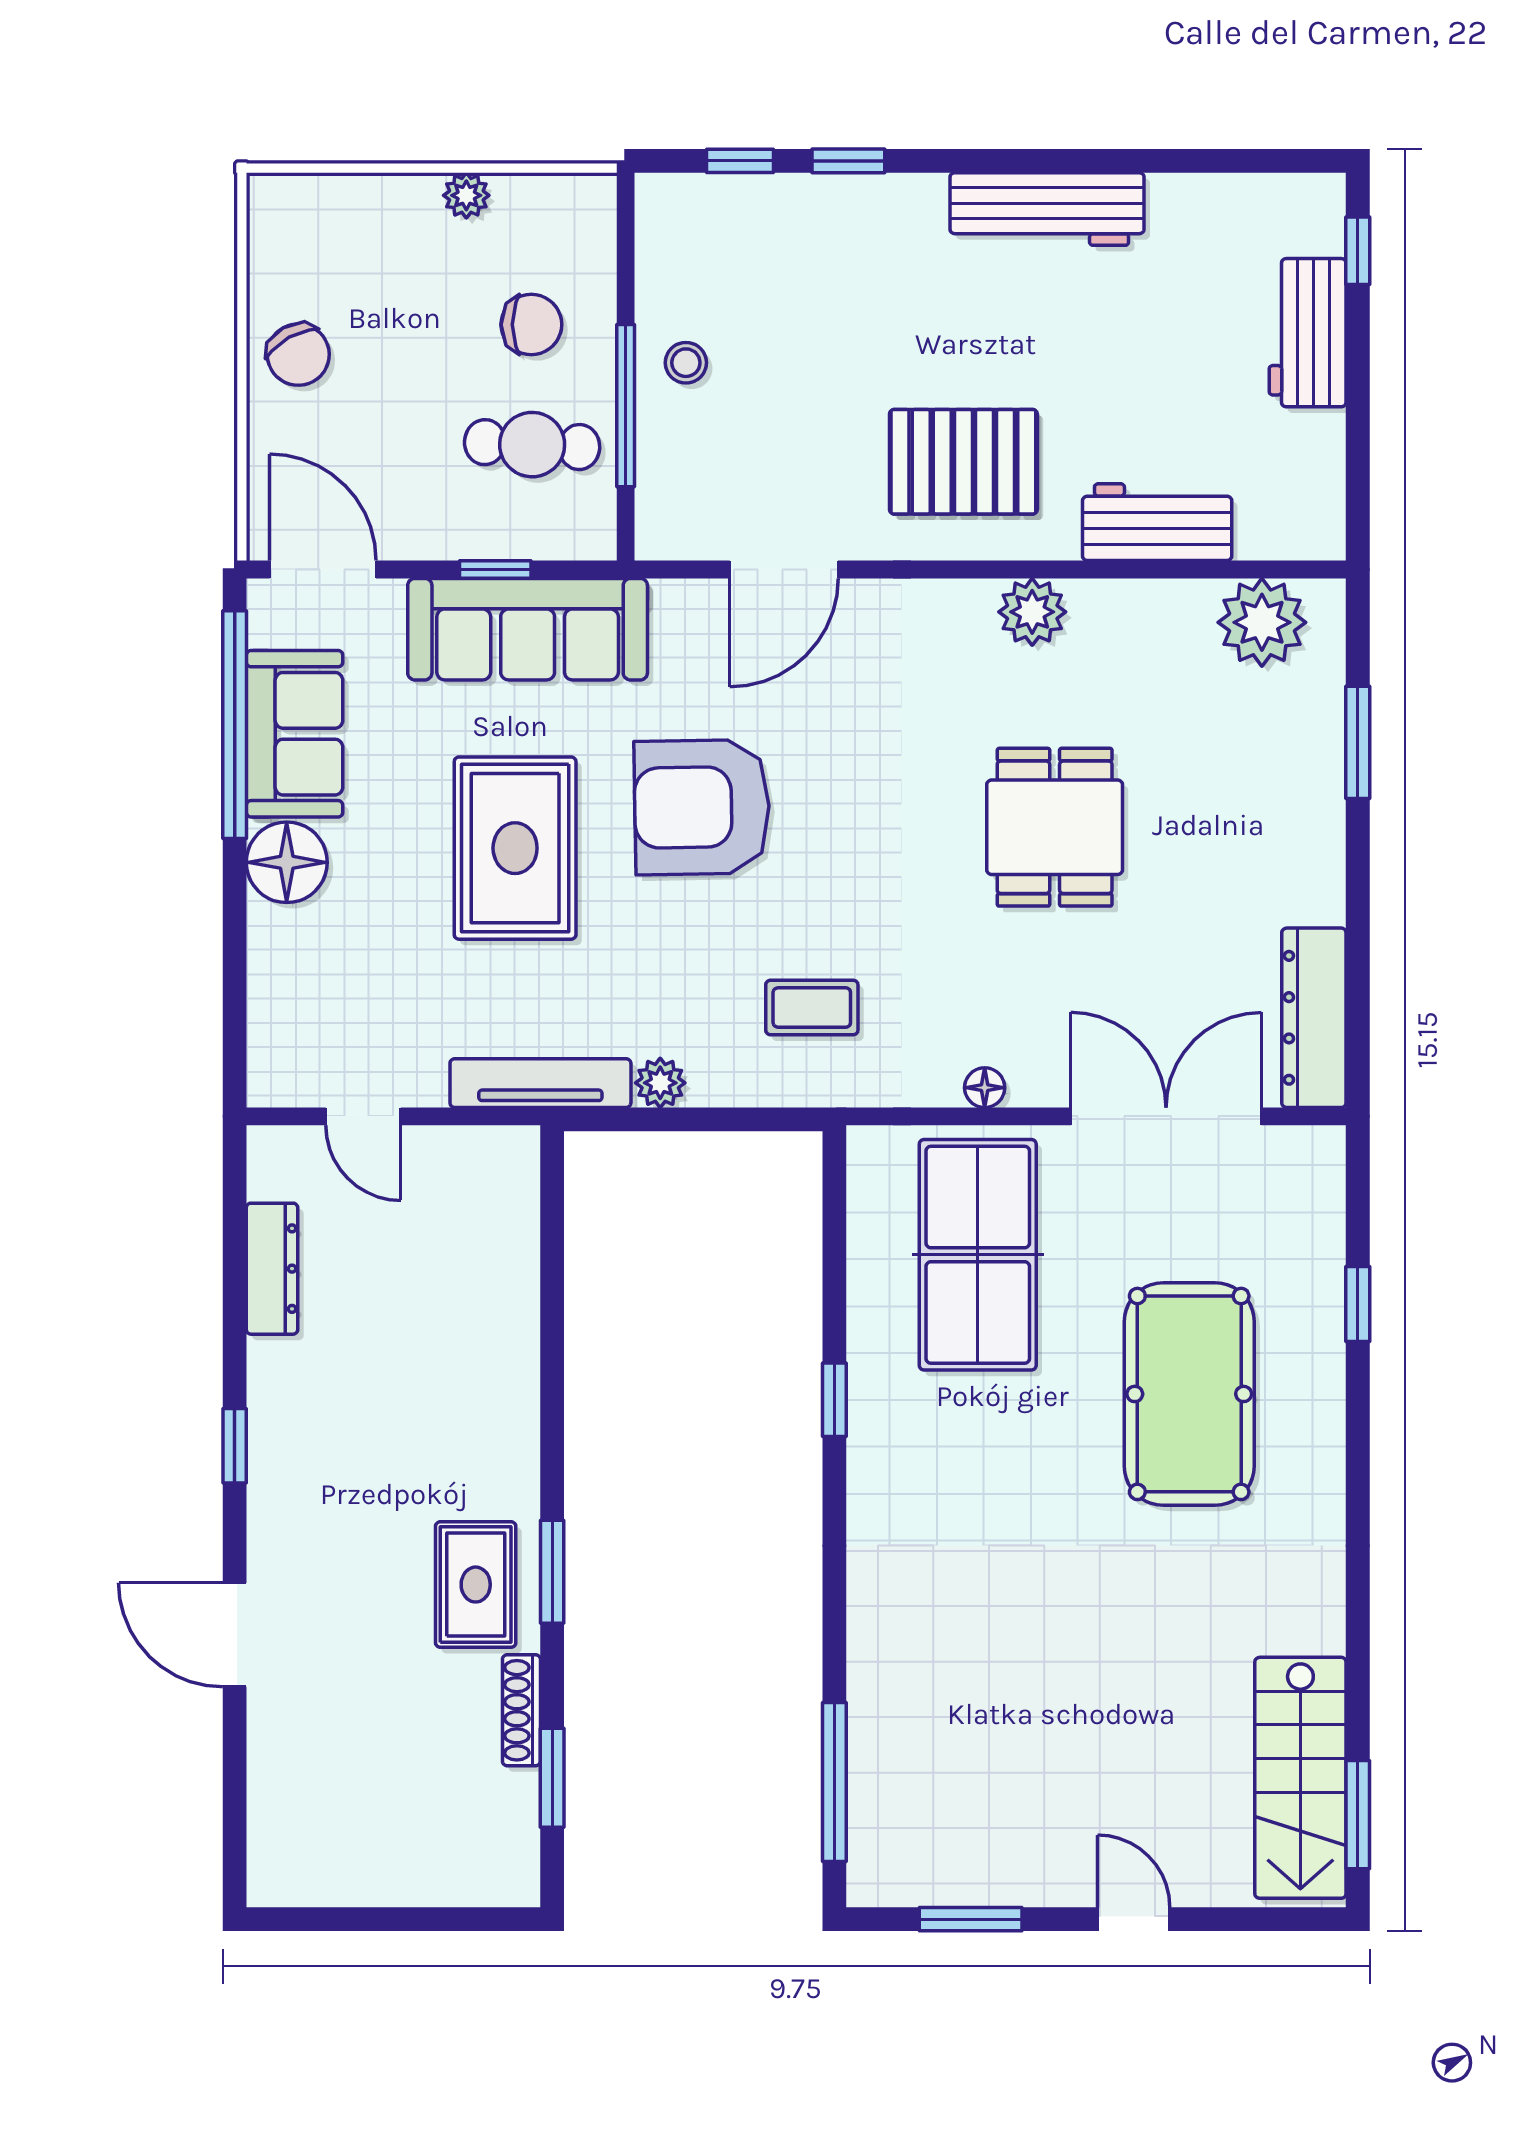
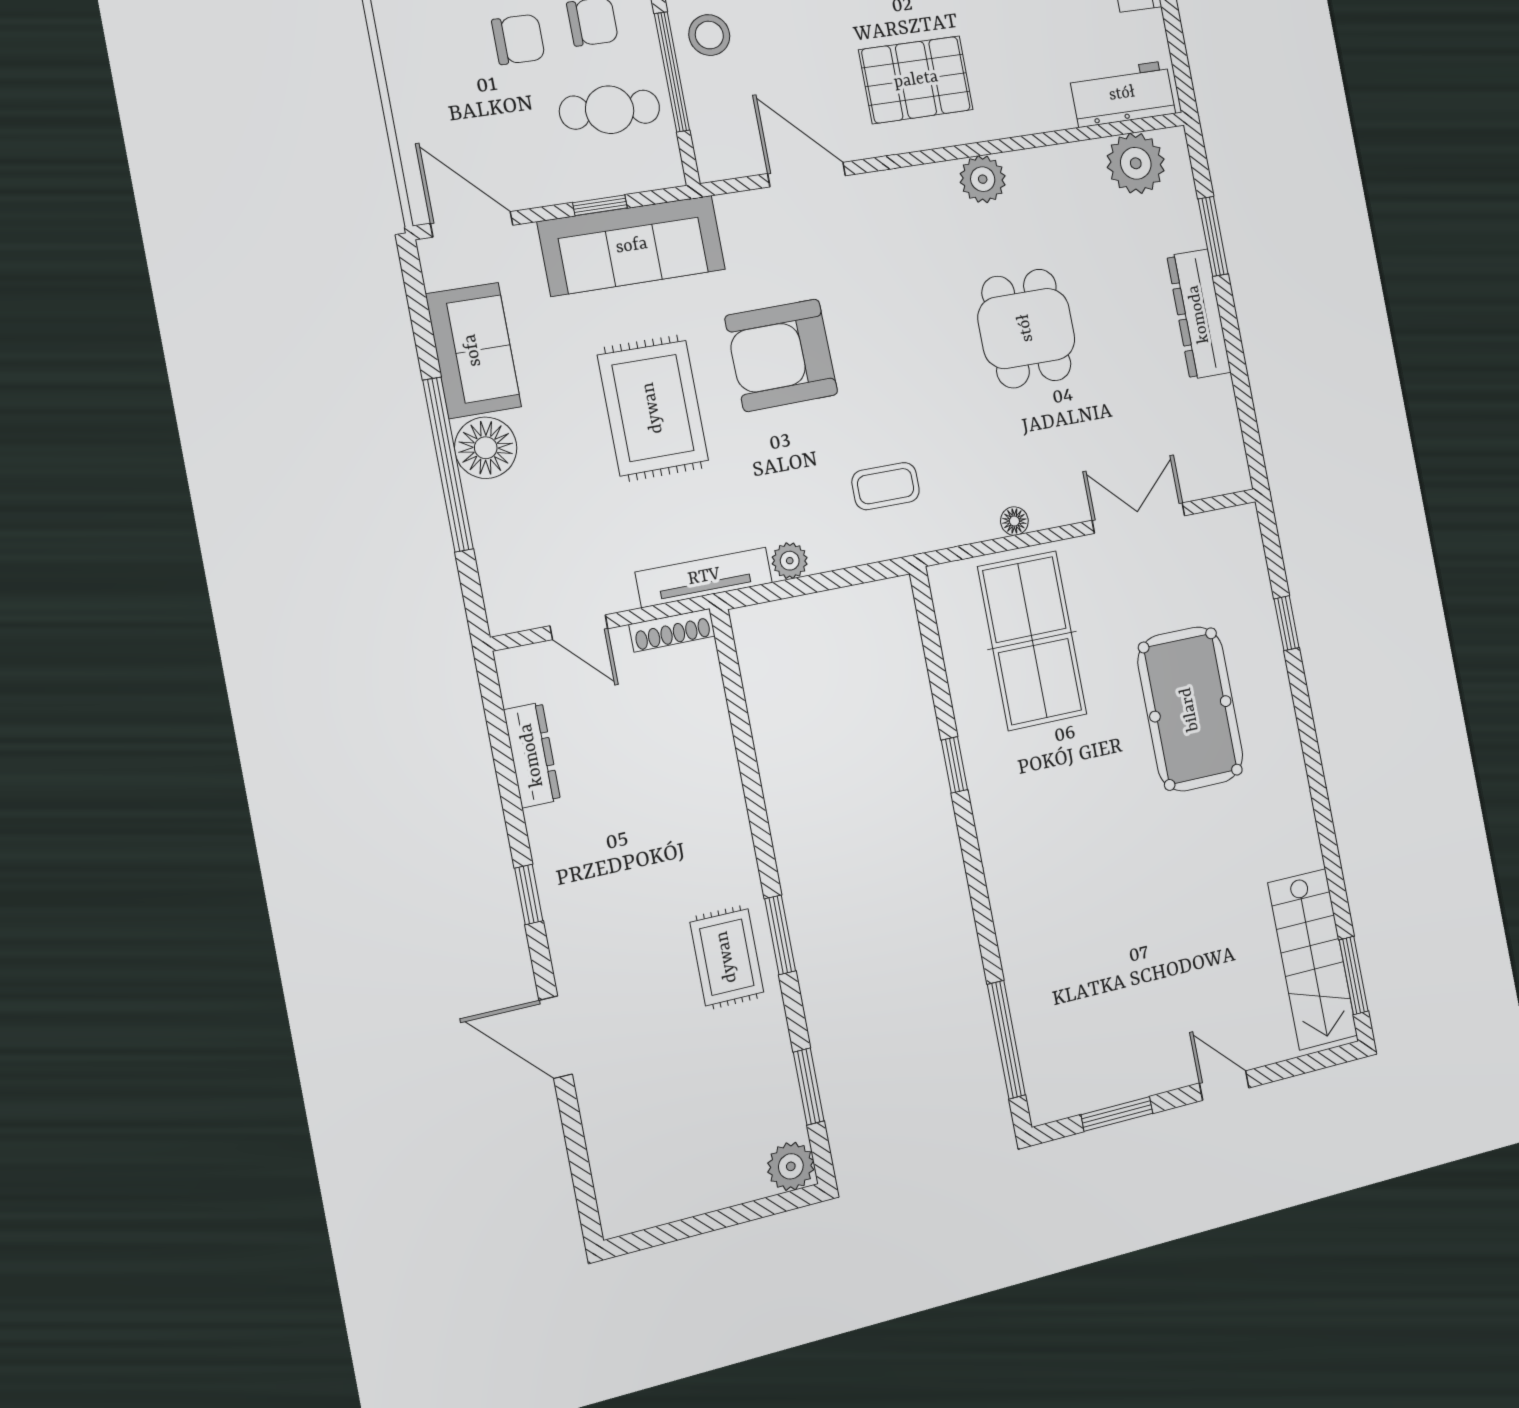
chair: (298, 355) -> (518, 39), moved, turned -61
stool: (686, 363) -> (709, 35), width x1.37, depth x1.37
workbench: (1157, 522) -> (1122, 94), moved
door: (784, 570) -> (807, 175), swing flipped
window: (235, 725) -> (448, 465), moved
dresser: (1314, 1018) -> (1199, 314), moved
double door: (1166, 1116) -> (1139, 518), width x0.73
shoe rack: (521, 1710) -> (672, 630), moved, turned -90
plant: (508, 1875) -> (791, 1166), added

